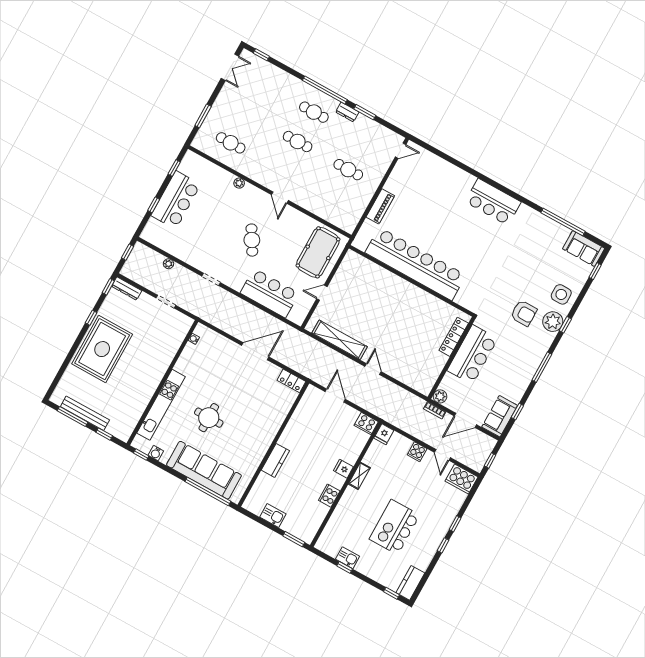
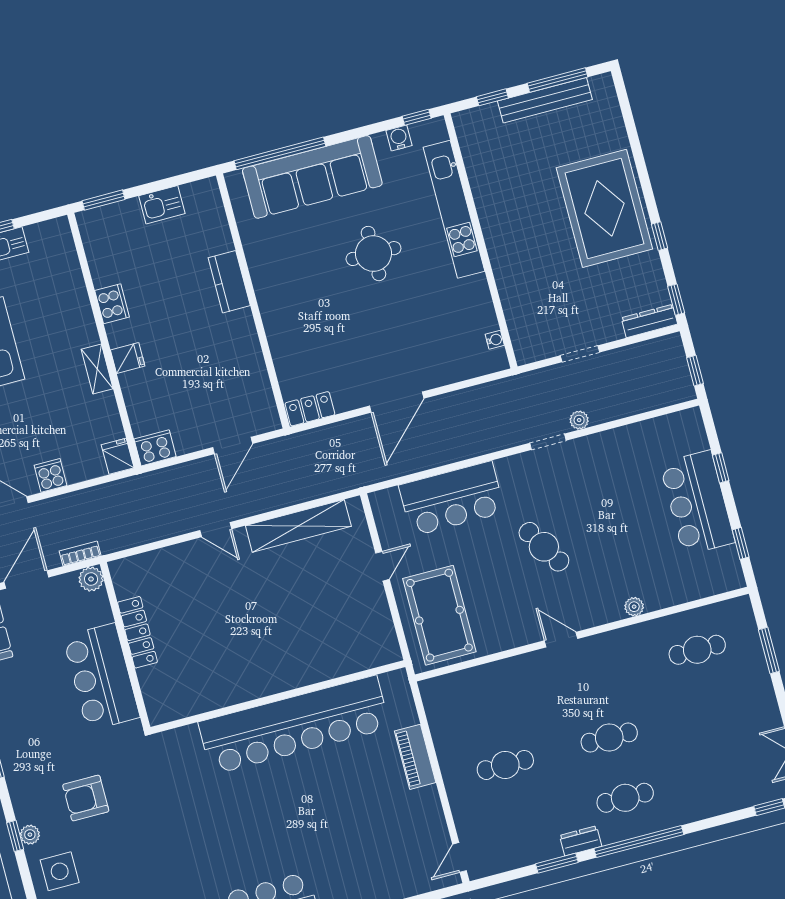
plant: (169, 264) -> (579, 420), moved
plant: (553, 322) -> (30, 835), width x0.53, depth x0.53
locker: (454, 337) -> (137, 632), moved
door: (335, 395) -> (233, 446), hinge flipped

